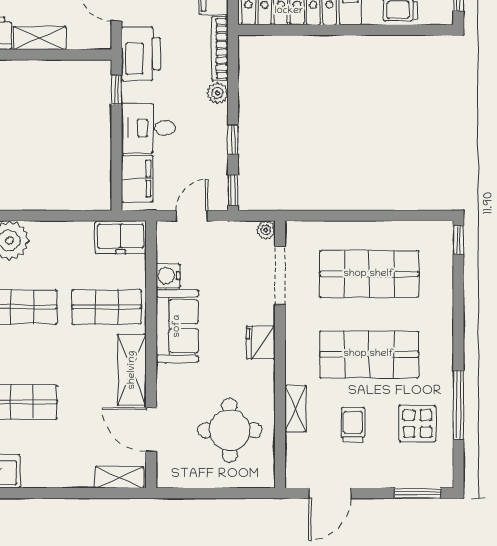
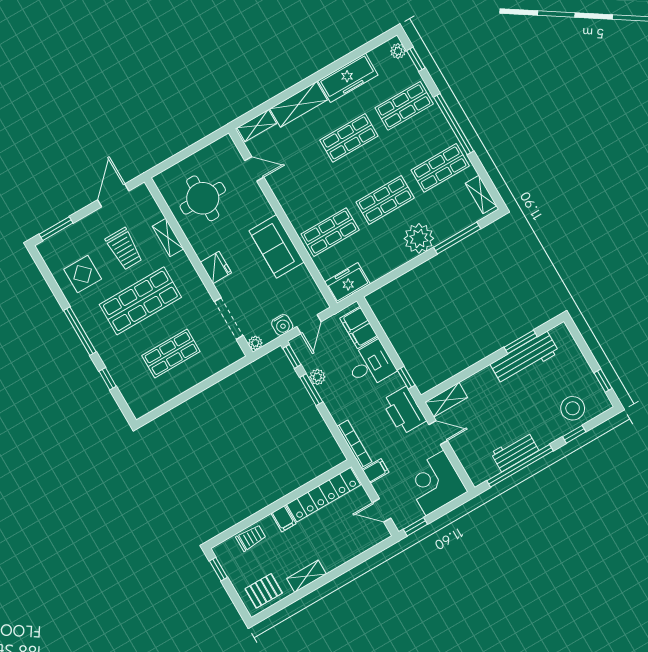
shelving: (40, 38) -> (446, 400), moved
plant: (218, 93) -> (317, 377), moved
window: (233, 139) -> (311, 390), width x1.50
window: (458, 240) -> (108, 379), moved
shop shelf: (369, 274) -> (171, 353), width x0.70, depth x0.74
water cooler: (168, 276) -> (282, 325), moved, turned 90
shelving: (132, 370) -> (298, 104), moved, turned 90
window: (458, 405) -> (80, 331), moved
trolley: (353, 425) -> (124, 249), width x1.36, depth x1.39
door: (151, 430) -> (254, 169), width x0.73

